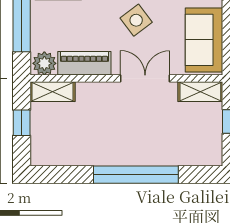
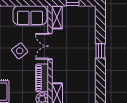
window: (136, 175) -> (100, 51), width x0.32

